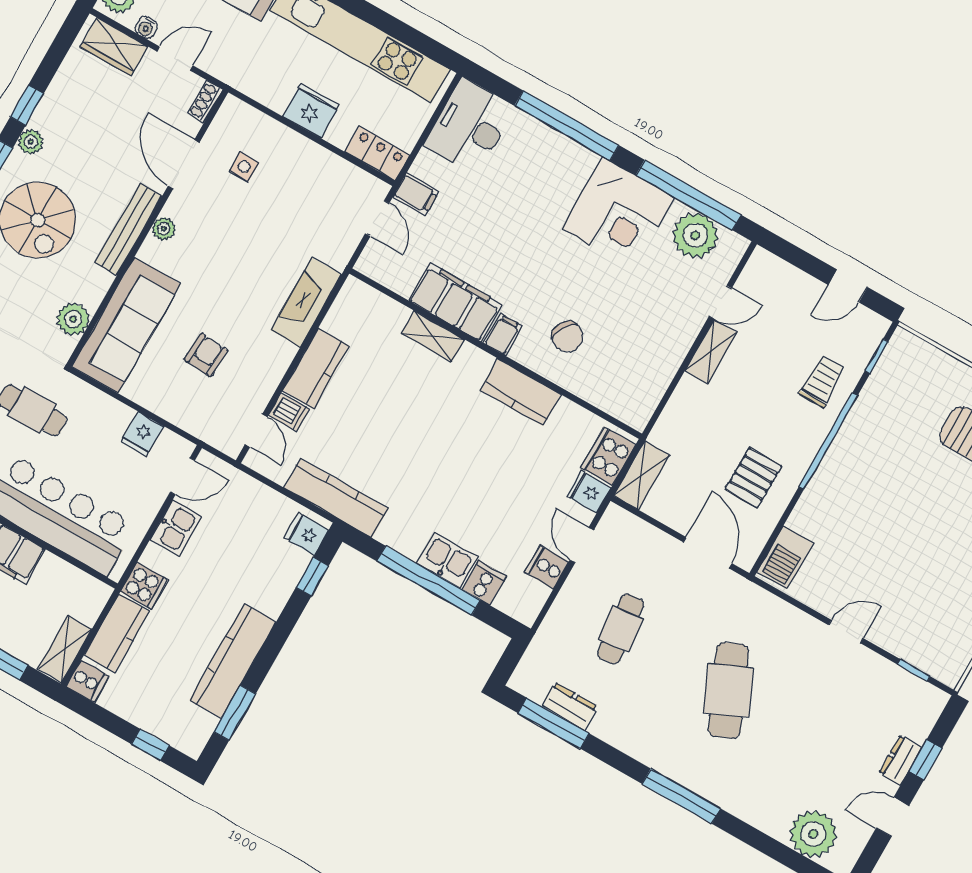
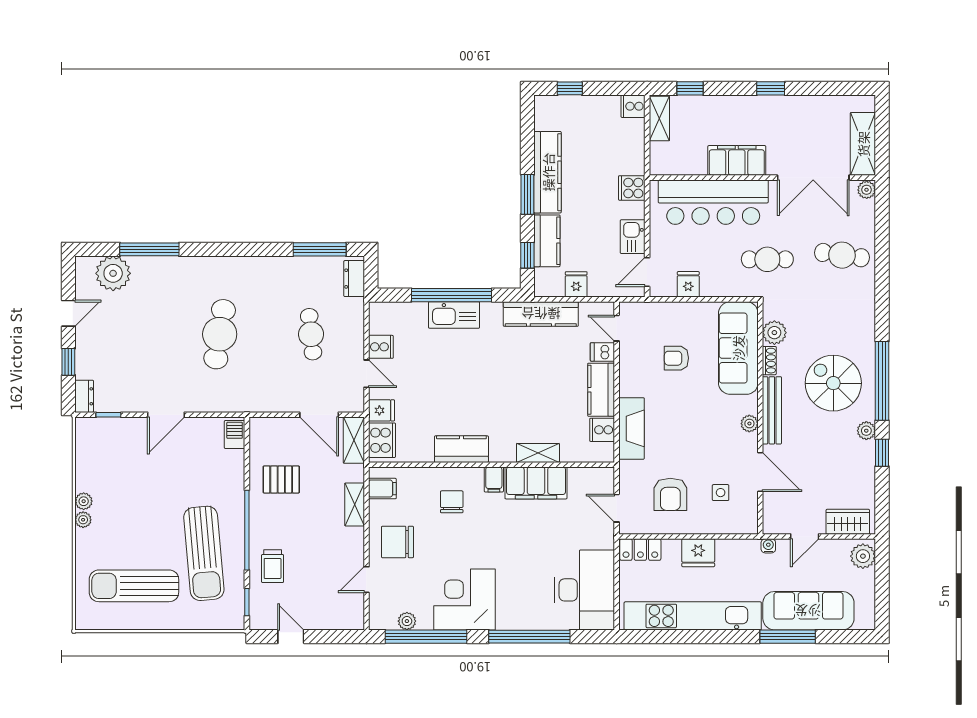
water cooler: (146, 28) -> (768, 546), moved
shoe rack: (205, 101) -> (769, 361), moved
desk: (469, 126) -> (584, 590), width x1.36, depth x1.30
filing cabinet: (416, 194) -> (382, 489), moved, turned 180
armchair: (305, 198) -> (670, 494), added
plant: (695, 235) -> (407, 621), width x0.53, depth x0.53
door: (848, 286) -> (291, 637), hinge flipped
chair: (658, 326) -> (397, 542), added
chair: (568, 337) -> (452, 502), turned 60
shelving: (711, 351) -> (355, 504), moved
armchair: (206, 355) -> (676, 358), turned 86
sun lounger: (894, 443) -> (204, 553), added
pallet: (754, 478) -> (281, 479), turned 90
fridge: (306, 534) -> (576, 284), moved, turned -90
door: (708, 553) -> (319, 415), moved
barbecue: (785, 558) -> (235, 435), width x0.73, depth x0.79
kitchen sink: (447, 560) -> (454, 315), width x1.38
cooker: (484, 583) -> (602, 430), moved, turned 90
door: (846, 632) -> (166, 415), width x1.38
kitchen counter: (117, 633) -> (547, 241), moved, turned 180
cafe table: (728, 690) -> (220, 334), turned 33
dresser: (569, 706) -> (354, 279), moved, turned 90
window: (235, 713) -> (527, 194), moved
dresser: (901, 760) -> (84, 396), moved
window: (681, 796) -> (149, 249), moved

